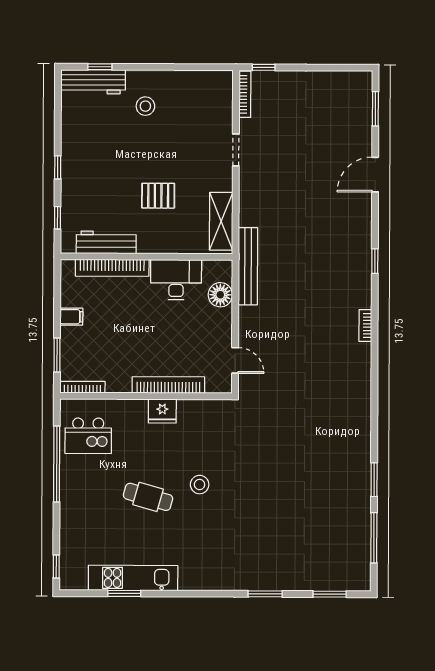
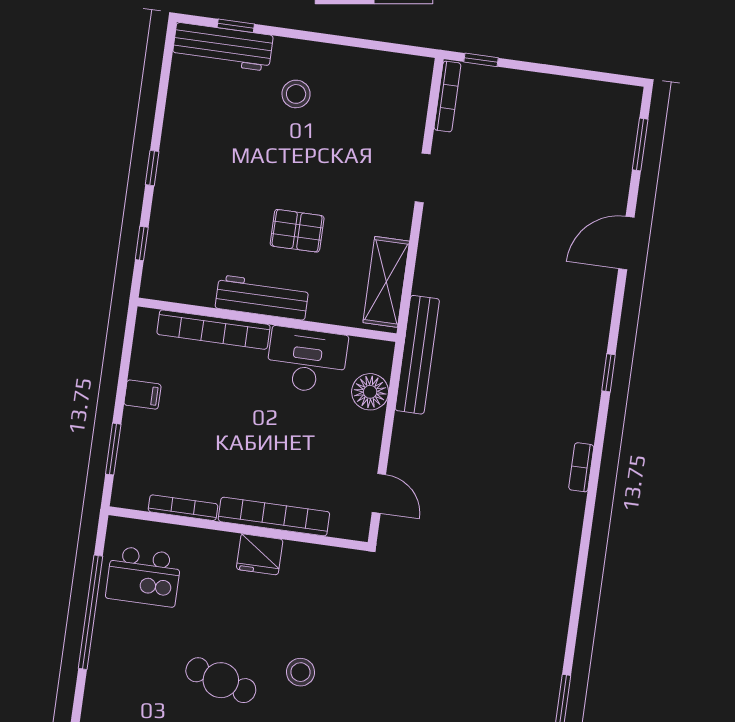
workbench: (106, 242) -> (262, 297), moved
bookcase: (82, 387) -> (183, 508), moved

